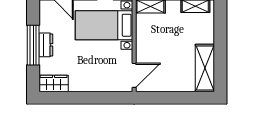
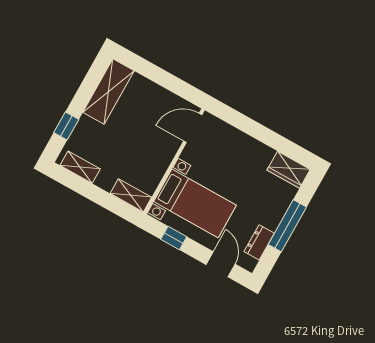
window: (220, 29) -> (66, 126), added
dresser: (46, 45) -> (259, 242), moved

